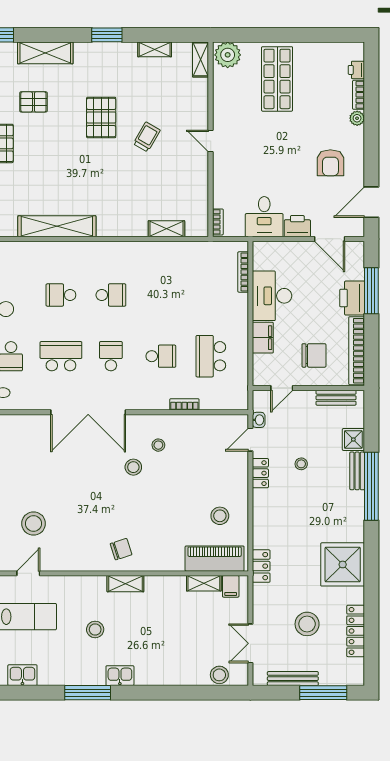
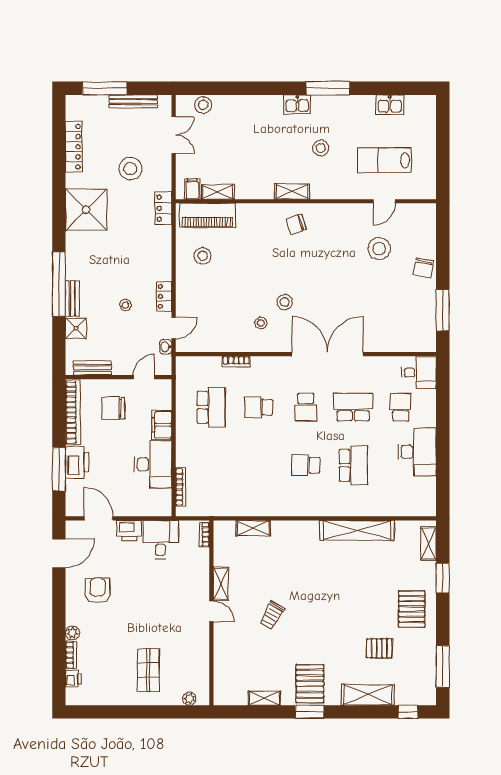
plant: (228, 55) -> (189, 699), width x0.53, depth x0.53
shelving: (201, 59) -> (221, 584), moved
shop shelf: (277, 79) -> (148, 670), width x0.70, depth x0.74
pallet: (101, 118) -> (310, 684), moved
school desk: (61, 295) -> (353, 465), width x1.85
school desk: (61, 356) -> (353, 407), turned 180
stool: (307, 624) -> (130, 169), moved

